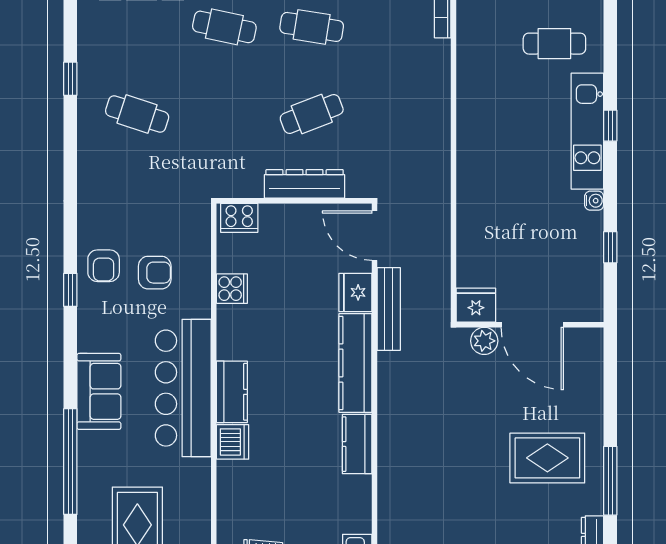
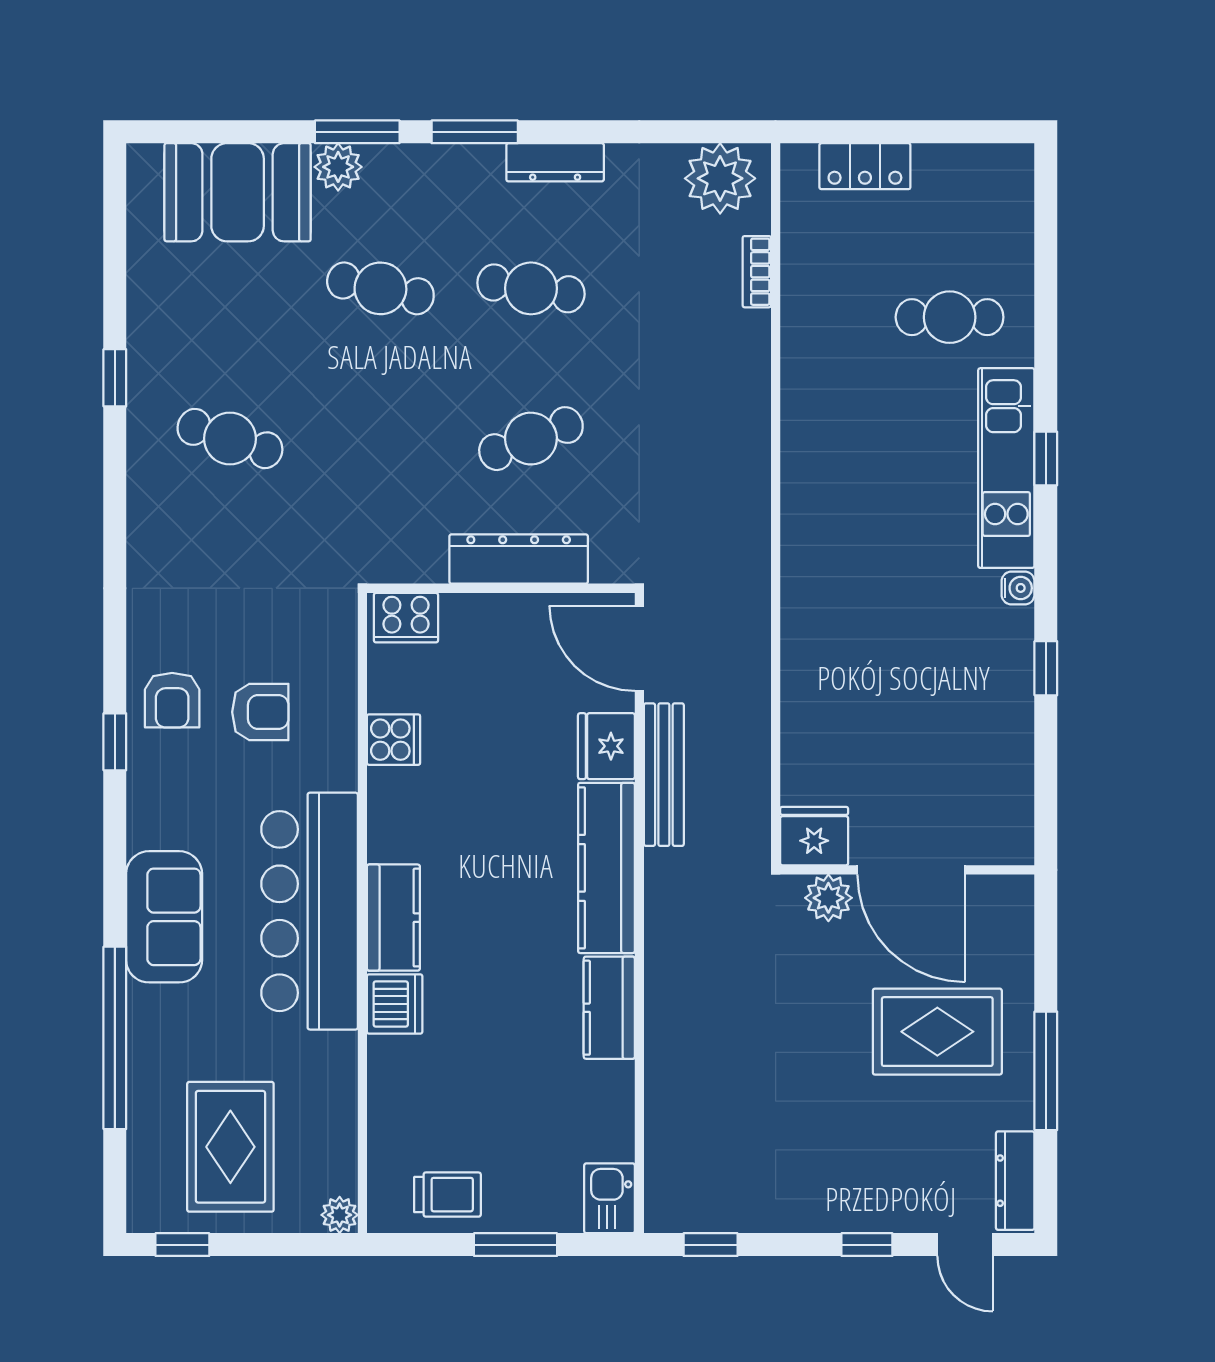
fridge: (476, 305) -> (814, 836), moved
wall: (530, 325) -> (907, 870), moved
door: (532, 325) -> (911, 870), moved
plant: (484, 341) -> (828, 898), moved

